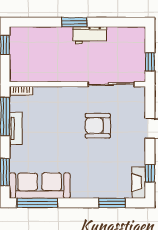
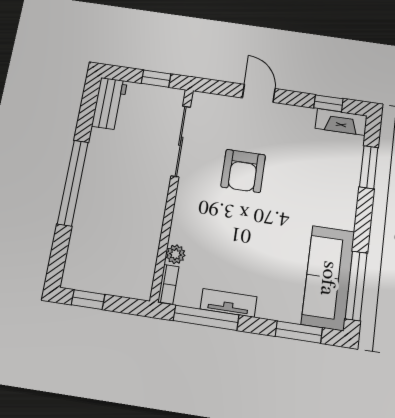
window: (74, 22) -> (73, 183), width x2.11
workbench: (90, 35) -> (109, 104), moved
plant: (40, 92) -> (176, 254), added

